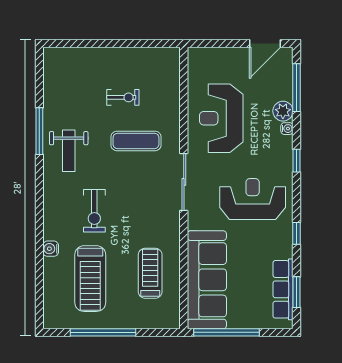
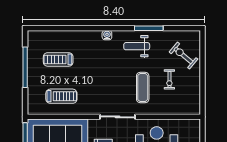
exercise bike: (94, 211) -> (183, 56), moved, turned 40
water cooler: (51, 249) -> (107, 35), moved
treadmill: (90, 279) -> (58, 59), width x0.73, depth x0.73

